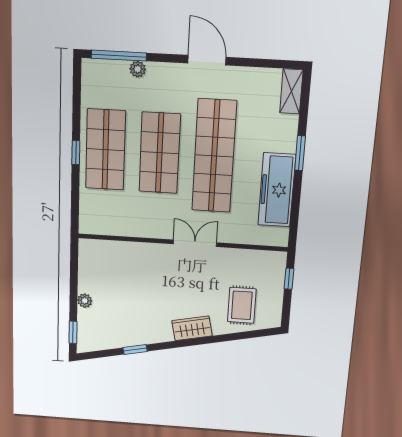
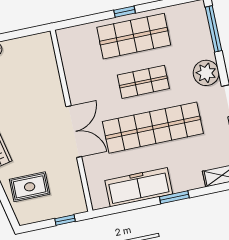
plant: (138, 69) -> (206, 73), moved, width x1.87, depth x1.87
shop shelf: (160, 153) -> (143, 82), width x0.70, depth x0.74
double door: (195, 243) -> (74, 132), width x1.37

